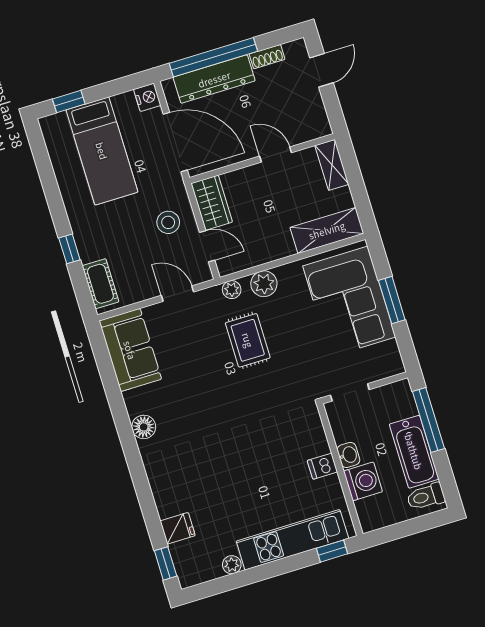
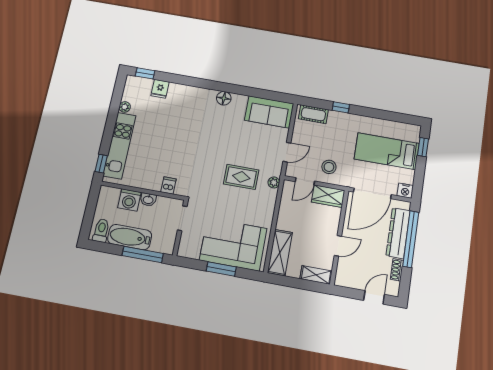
door: (322, 70) -> (374, 297), swing flipped
plant: (264, 284) -> (268, 202), removed
dishwasher: (322, 466) -> (168, 185), moved

